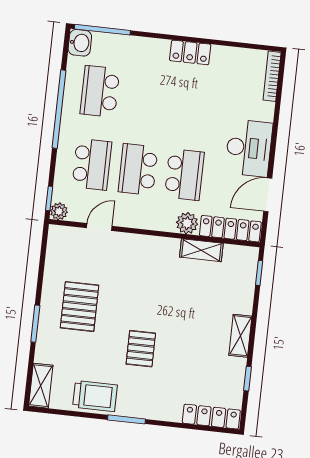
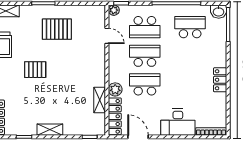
desk: (249, 148) -> (178, 122), moved
school desk: (184, 175) -> (145, 84), turned 180

